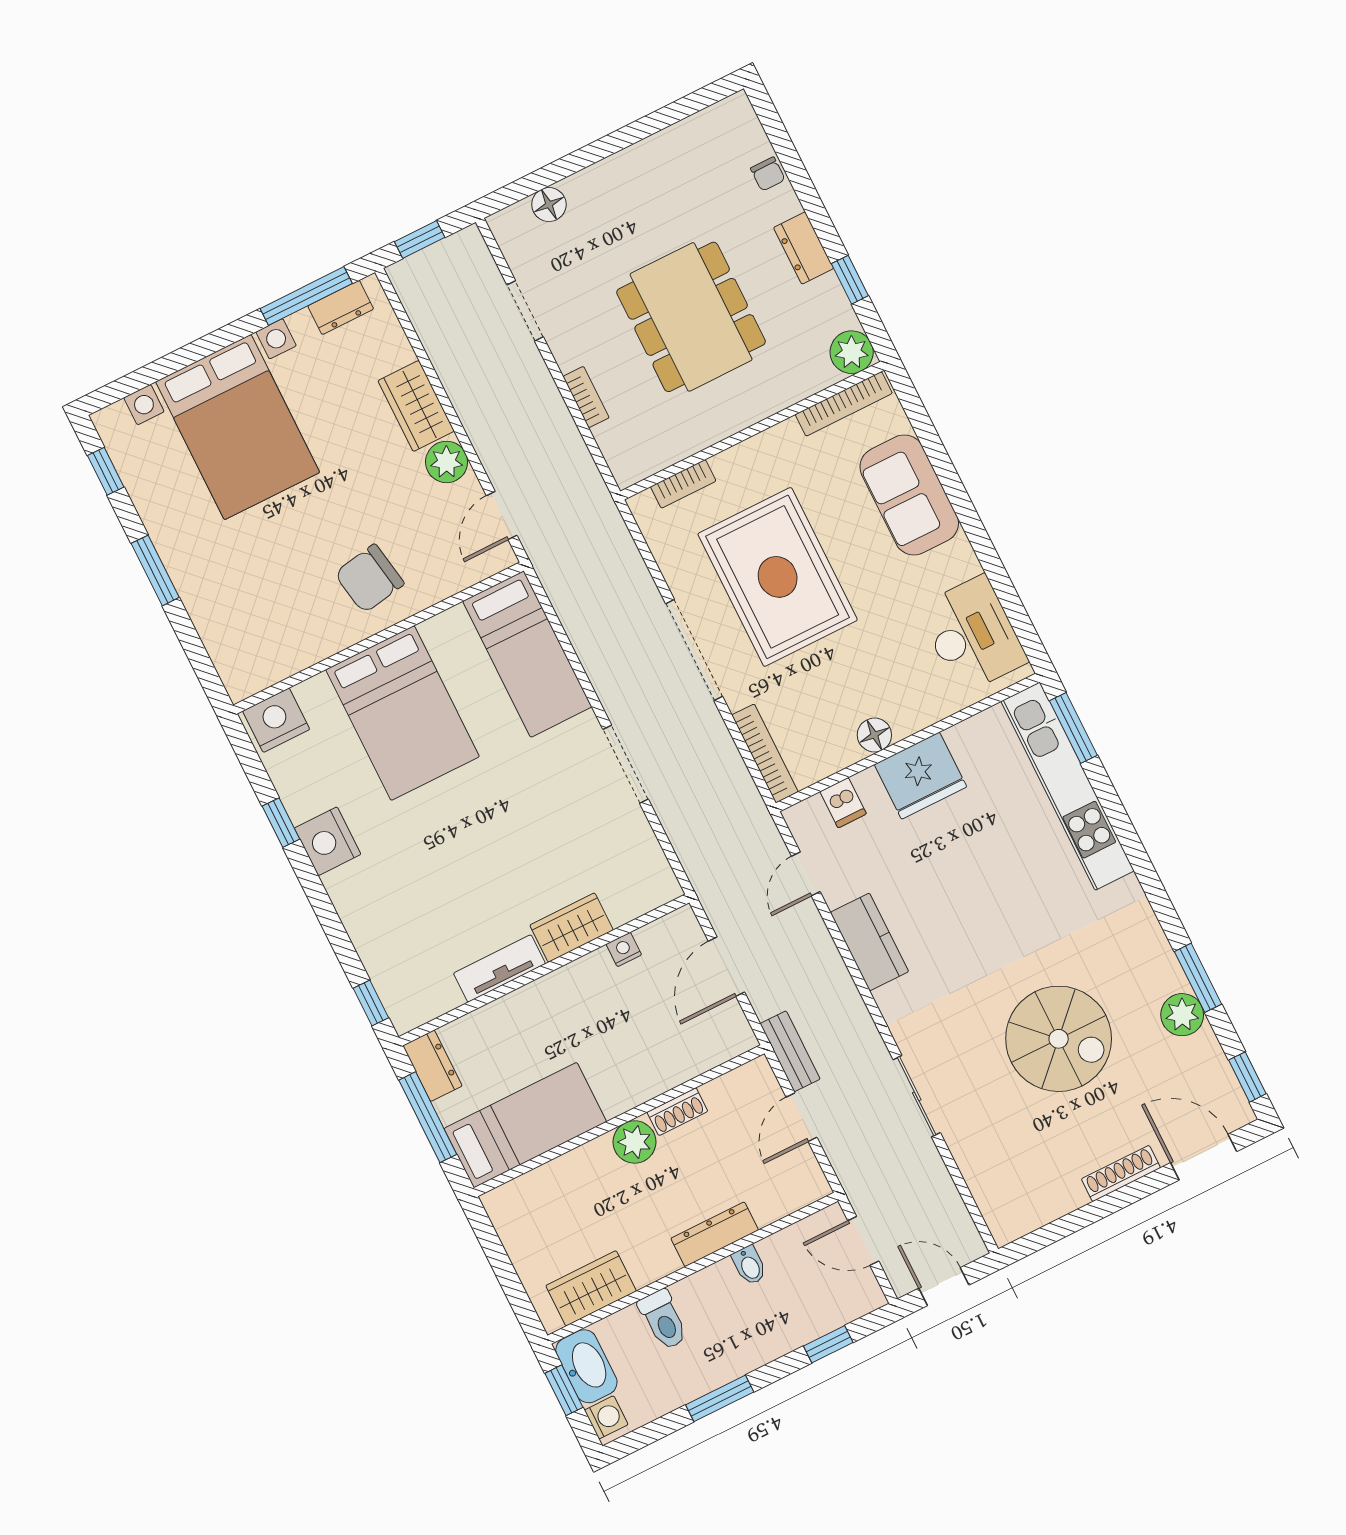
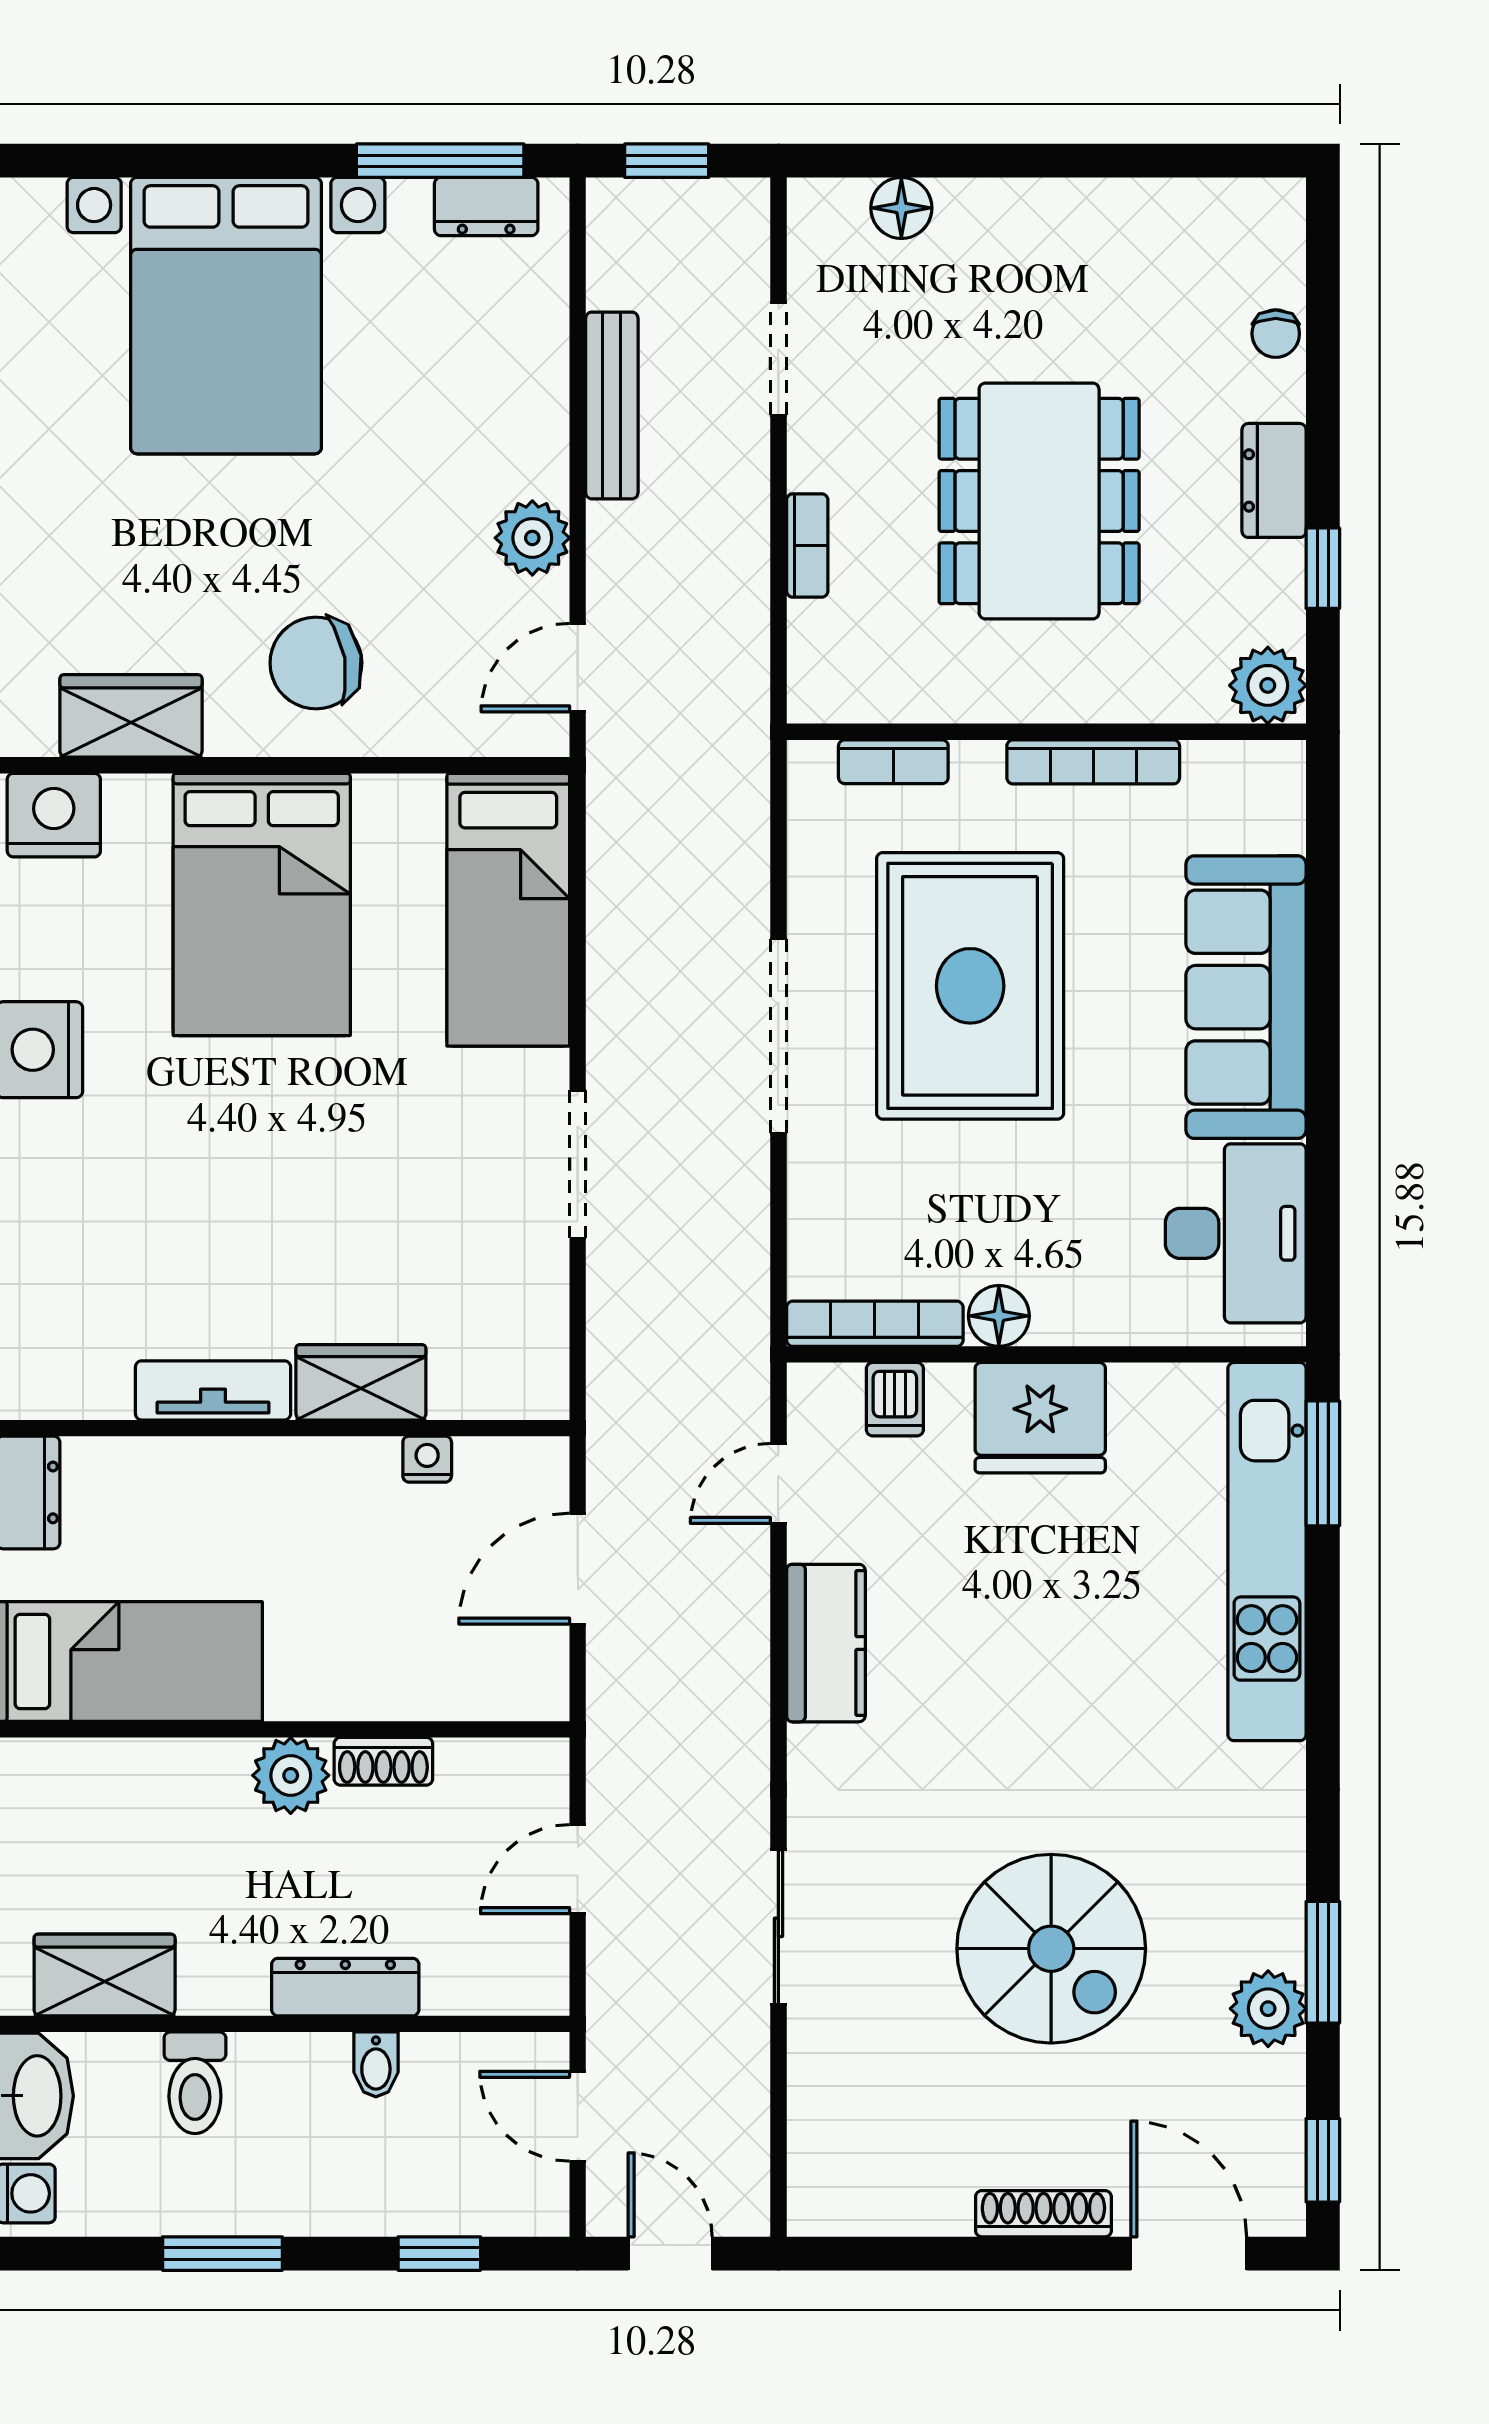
bookcase: (844, 404) -> (1093, 762), moved
wardrobe: (416, 406) -> (131, 716), moved, turned 90
sofa: (909, 495) -> (1246, 997), width x1.36
bookcase: (765, 753) -> (875, 1324), moved, turned -90
bench: (790, 1051) -> (612, 405), moved, width x1.36

